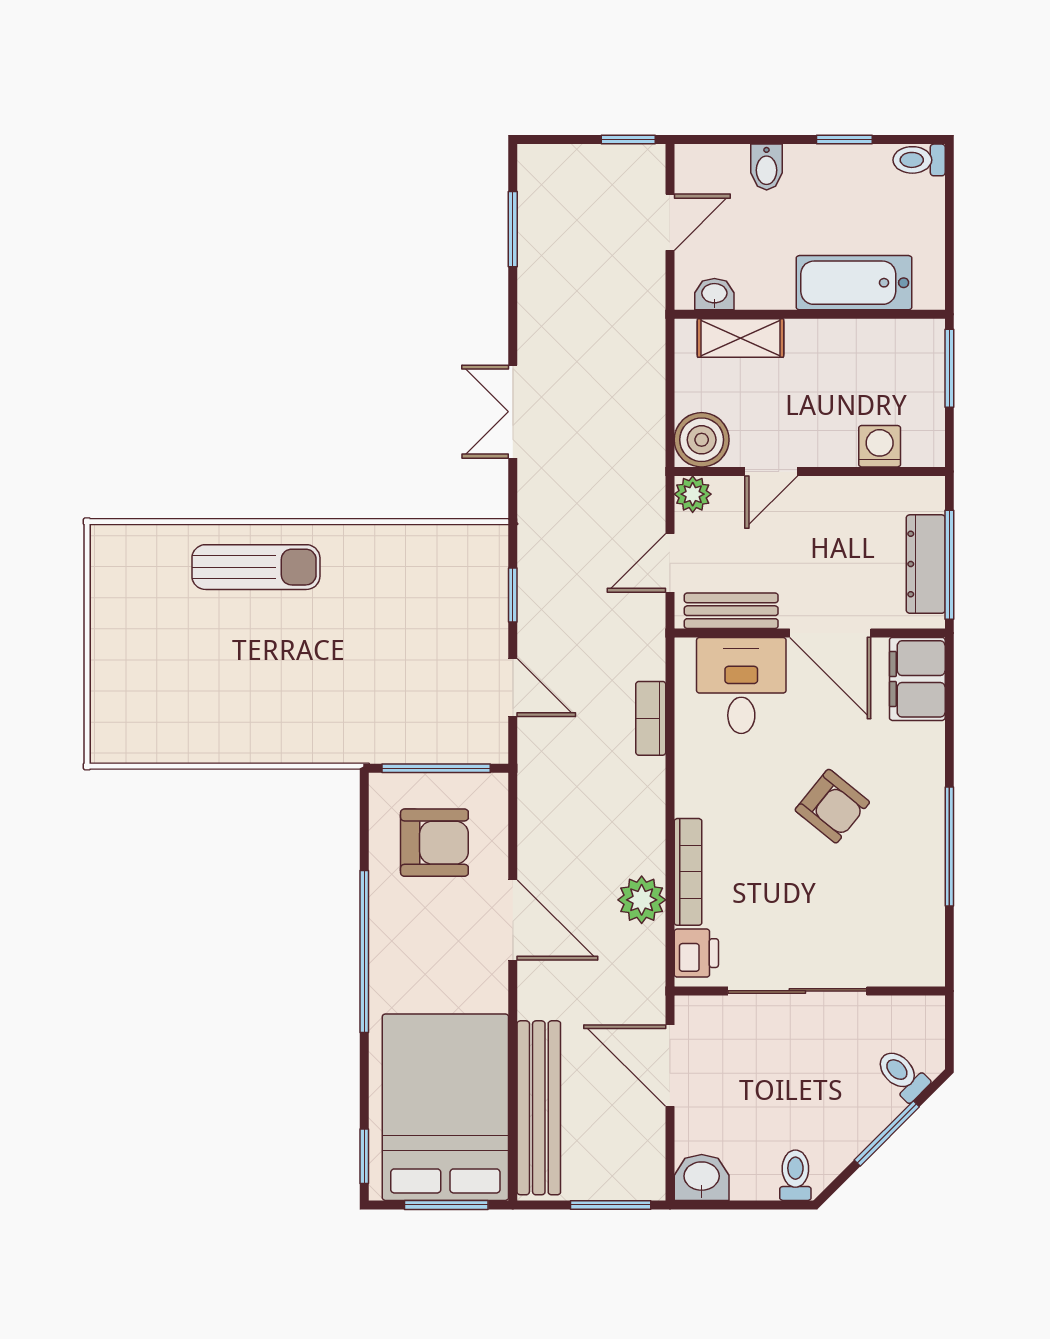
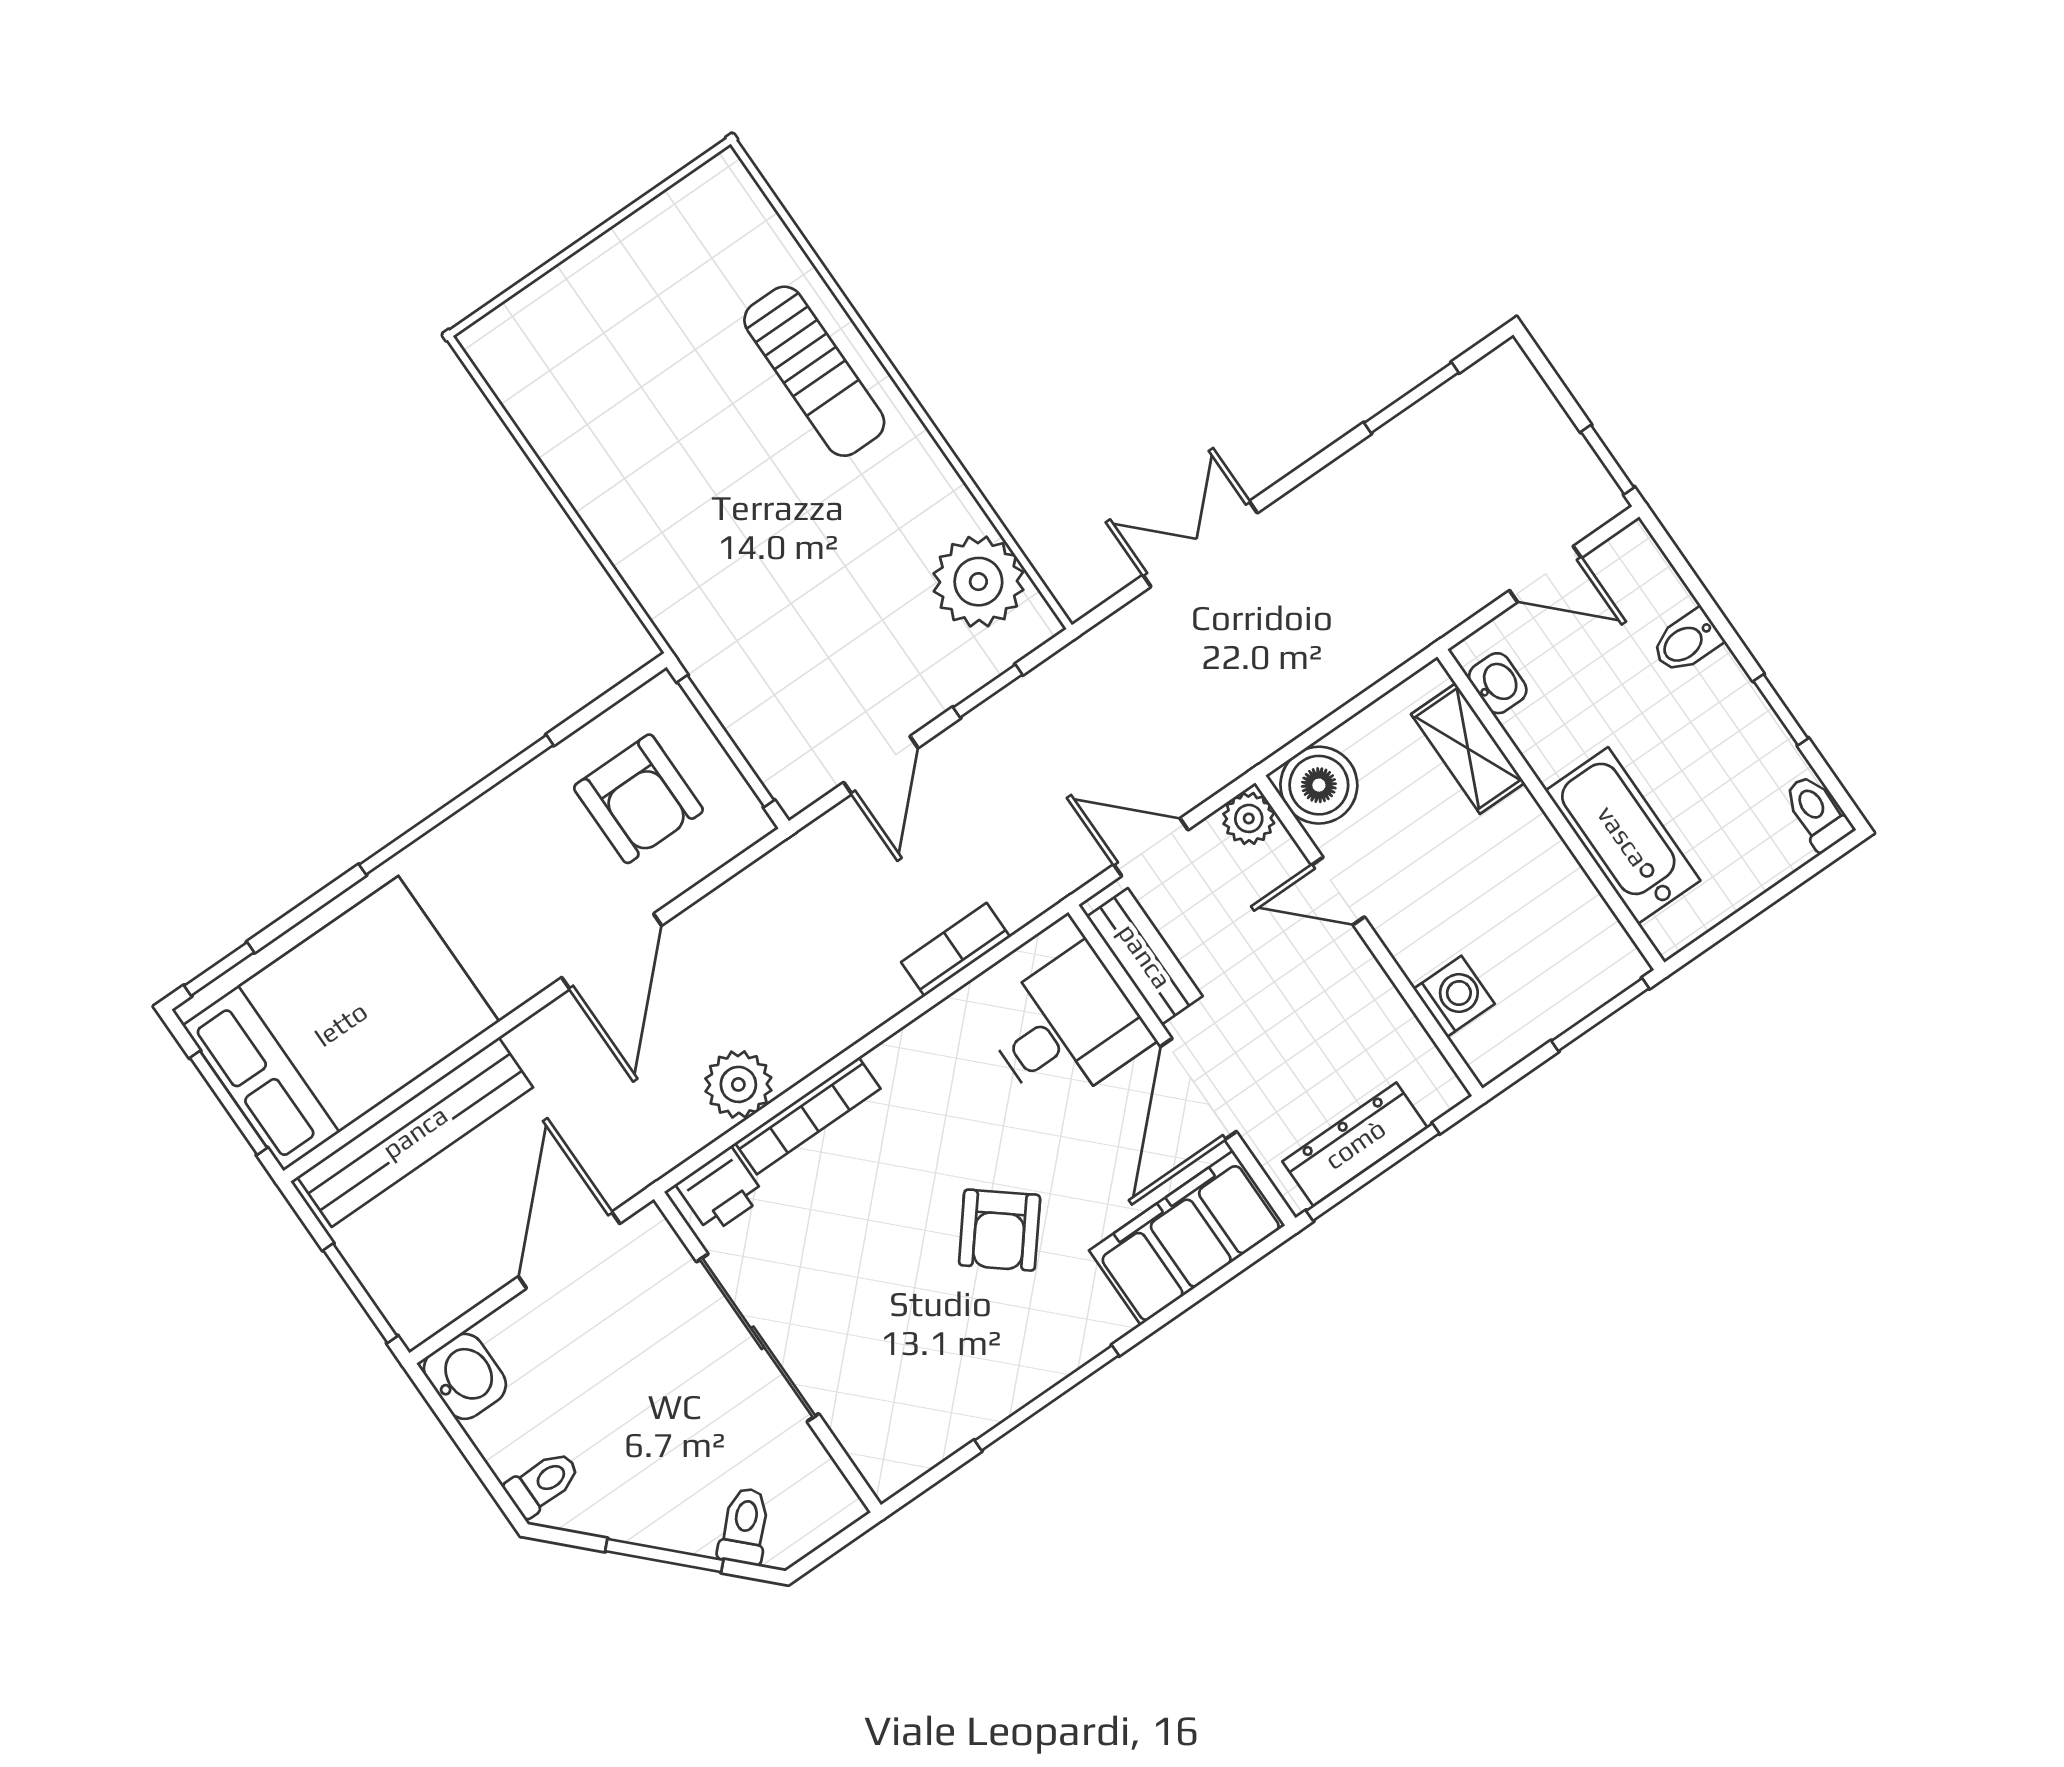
plant: (445, 556) -> (978, 582), added
filing cabinet: (917, 679) -> (1187, 1238), width x1.50, depth x1.17

